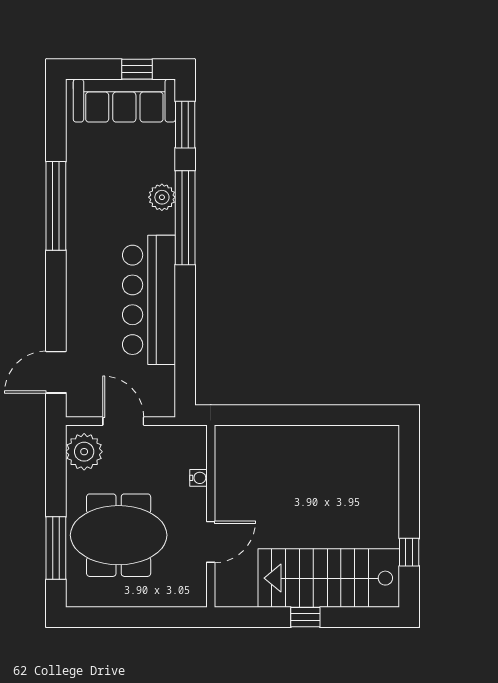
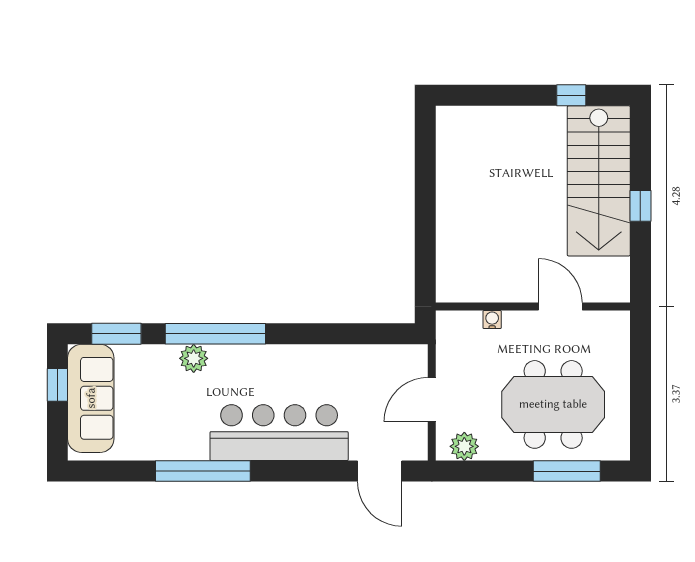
bar counter: (149, 300) -> (279, 433), moved, turned 180
plant: (84, 452) -> (464, 446), width x0.73, depth x0.73
meeting table: (119, 535) -> (553, 404), turned 90

